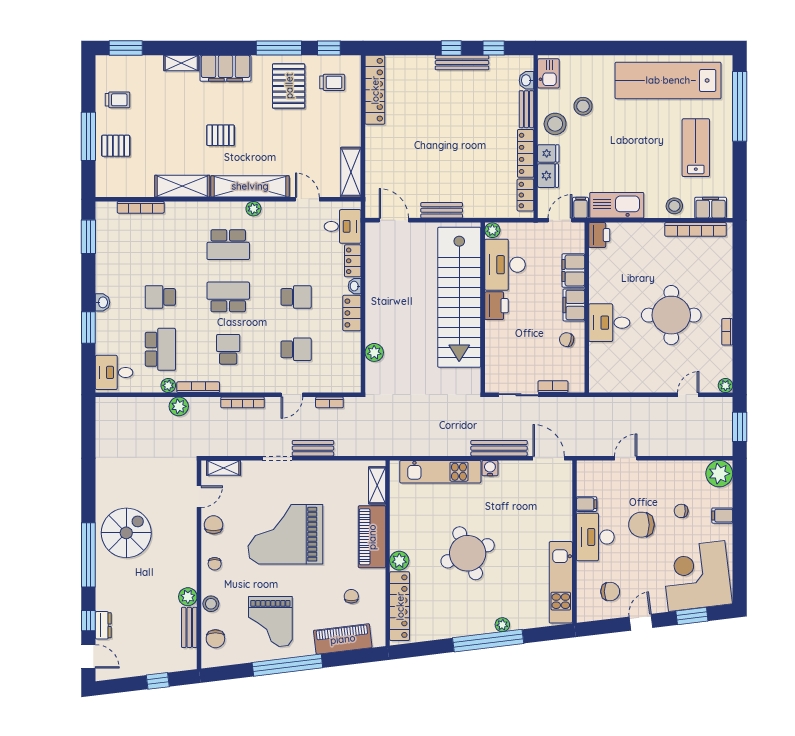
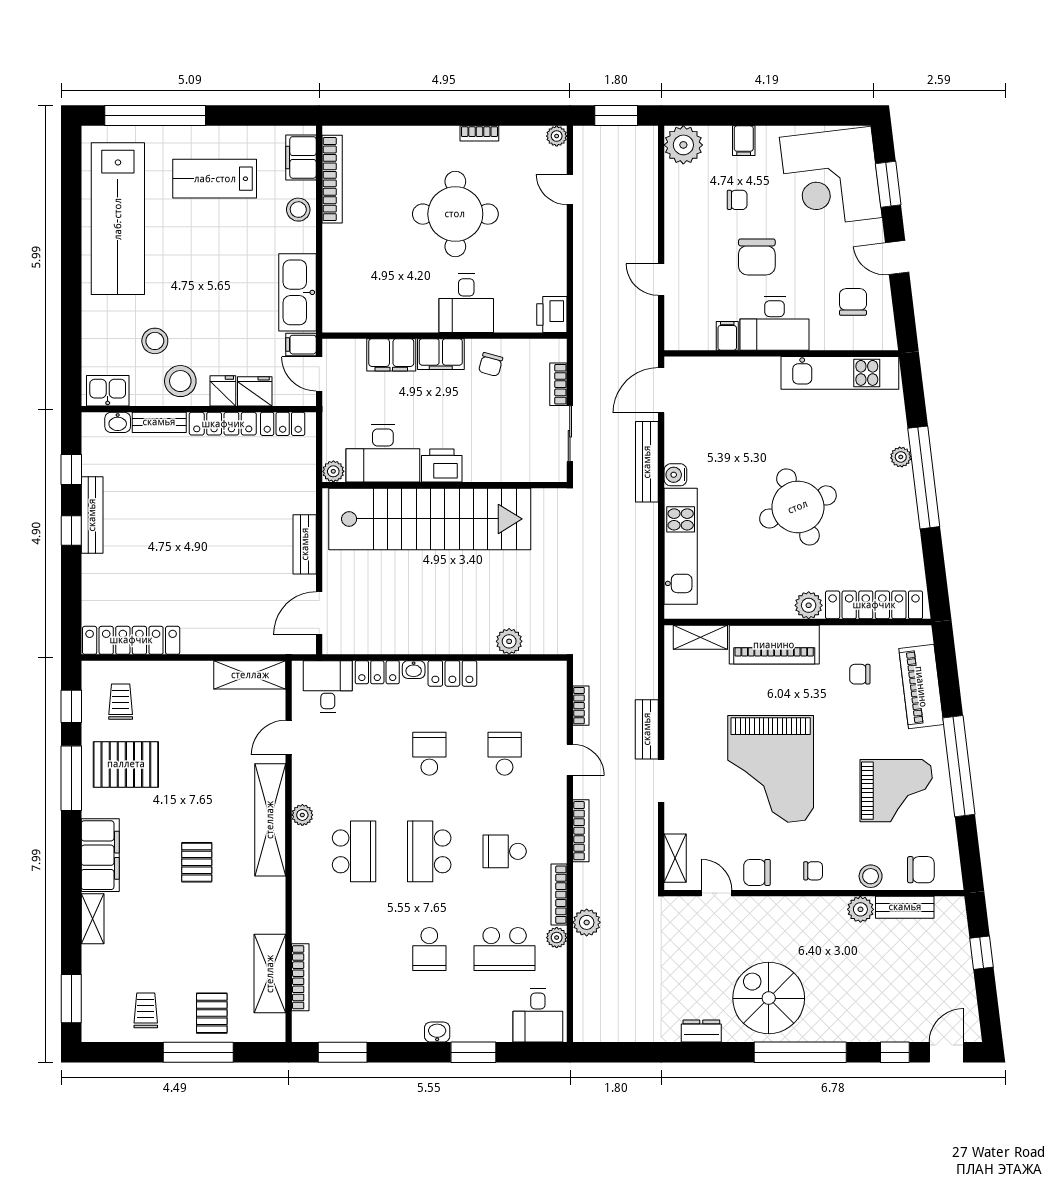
shelving: (182, 186) -> (270, 974), moved
printer: (599, 235) -> (552, 314), moved, turned -90
school desk: (160, 349) -> (505, 949), turned 180
chair: (681, 511) -> (737, 200), turned -94
dresser: (103, 625) -> (701, 1031), moved

